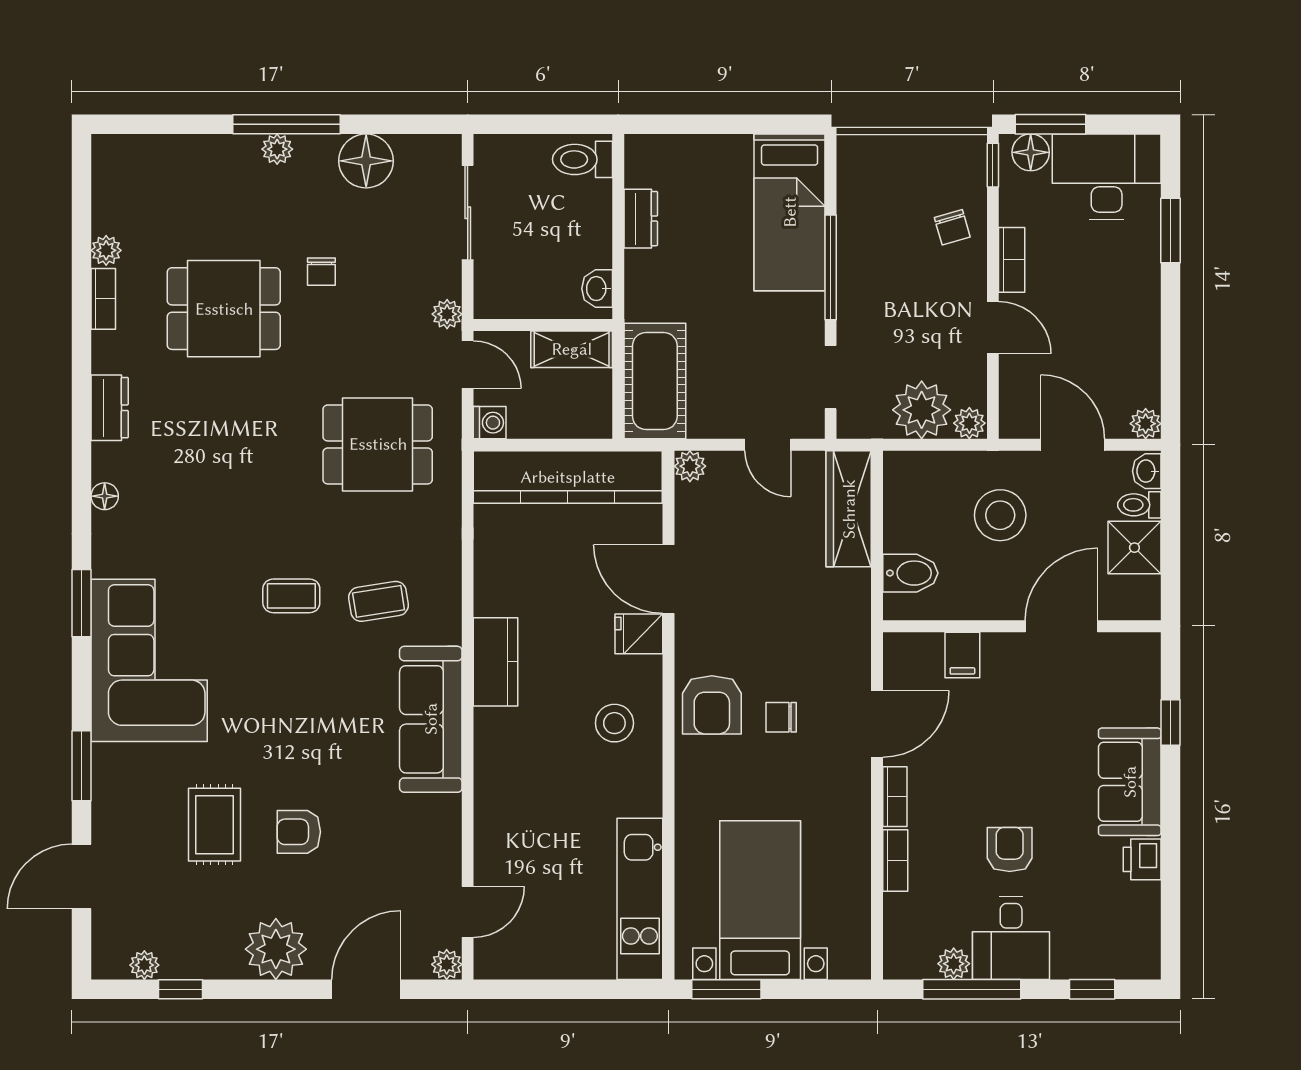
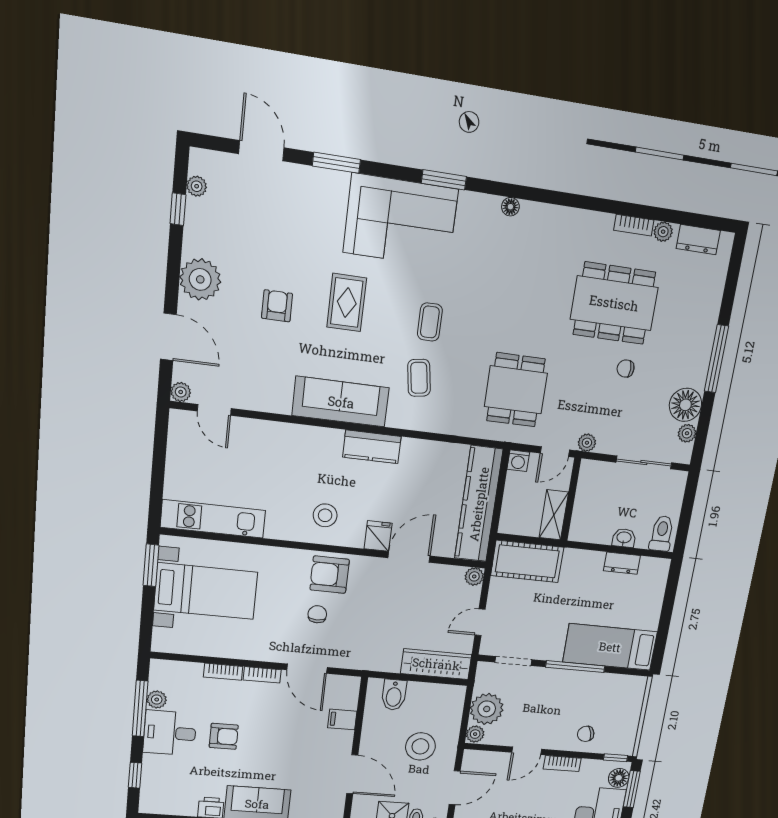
plant: (277, 149) -> (687, 433), moved
washbasin: (597, 289) -> (624, 538), moved
dining table: (224, 309) -> (614, 303), width x1.38
dresser: (110, 408) -> (698, 240), moved
rug: (214, 825) -> (347, 303), moved, turned 90

